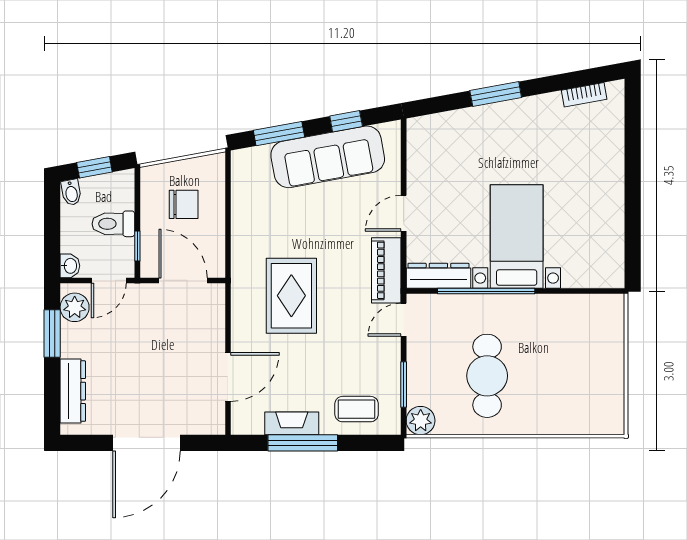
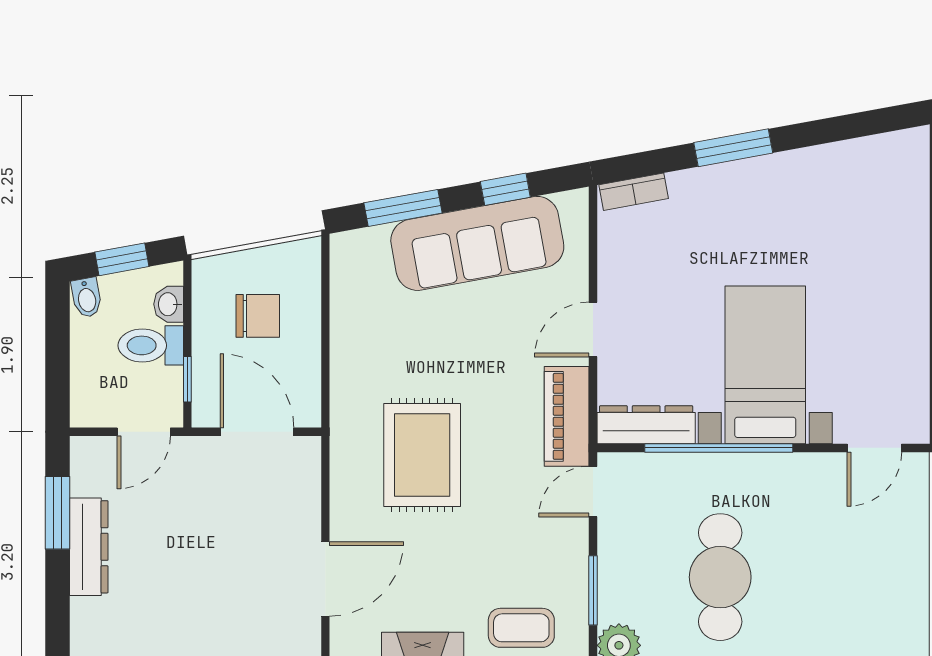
bookcase: (584, 95) -> (634, 192), moved
washbasin: (70, 266) -> (169, 304), moved, turned 180
door: (588, 291) -> (874, 448), added
plant: (75, 307) -> (92, 473), removed
dresser: (73, 391) -> (89, 547), moved

